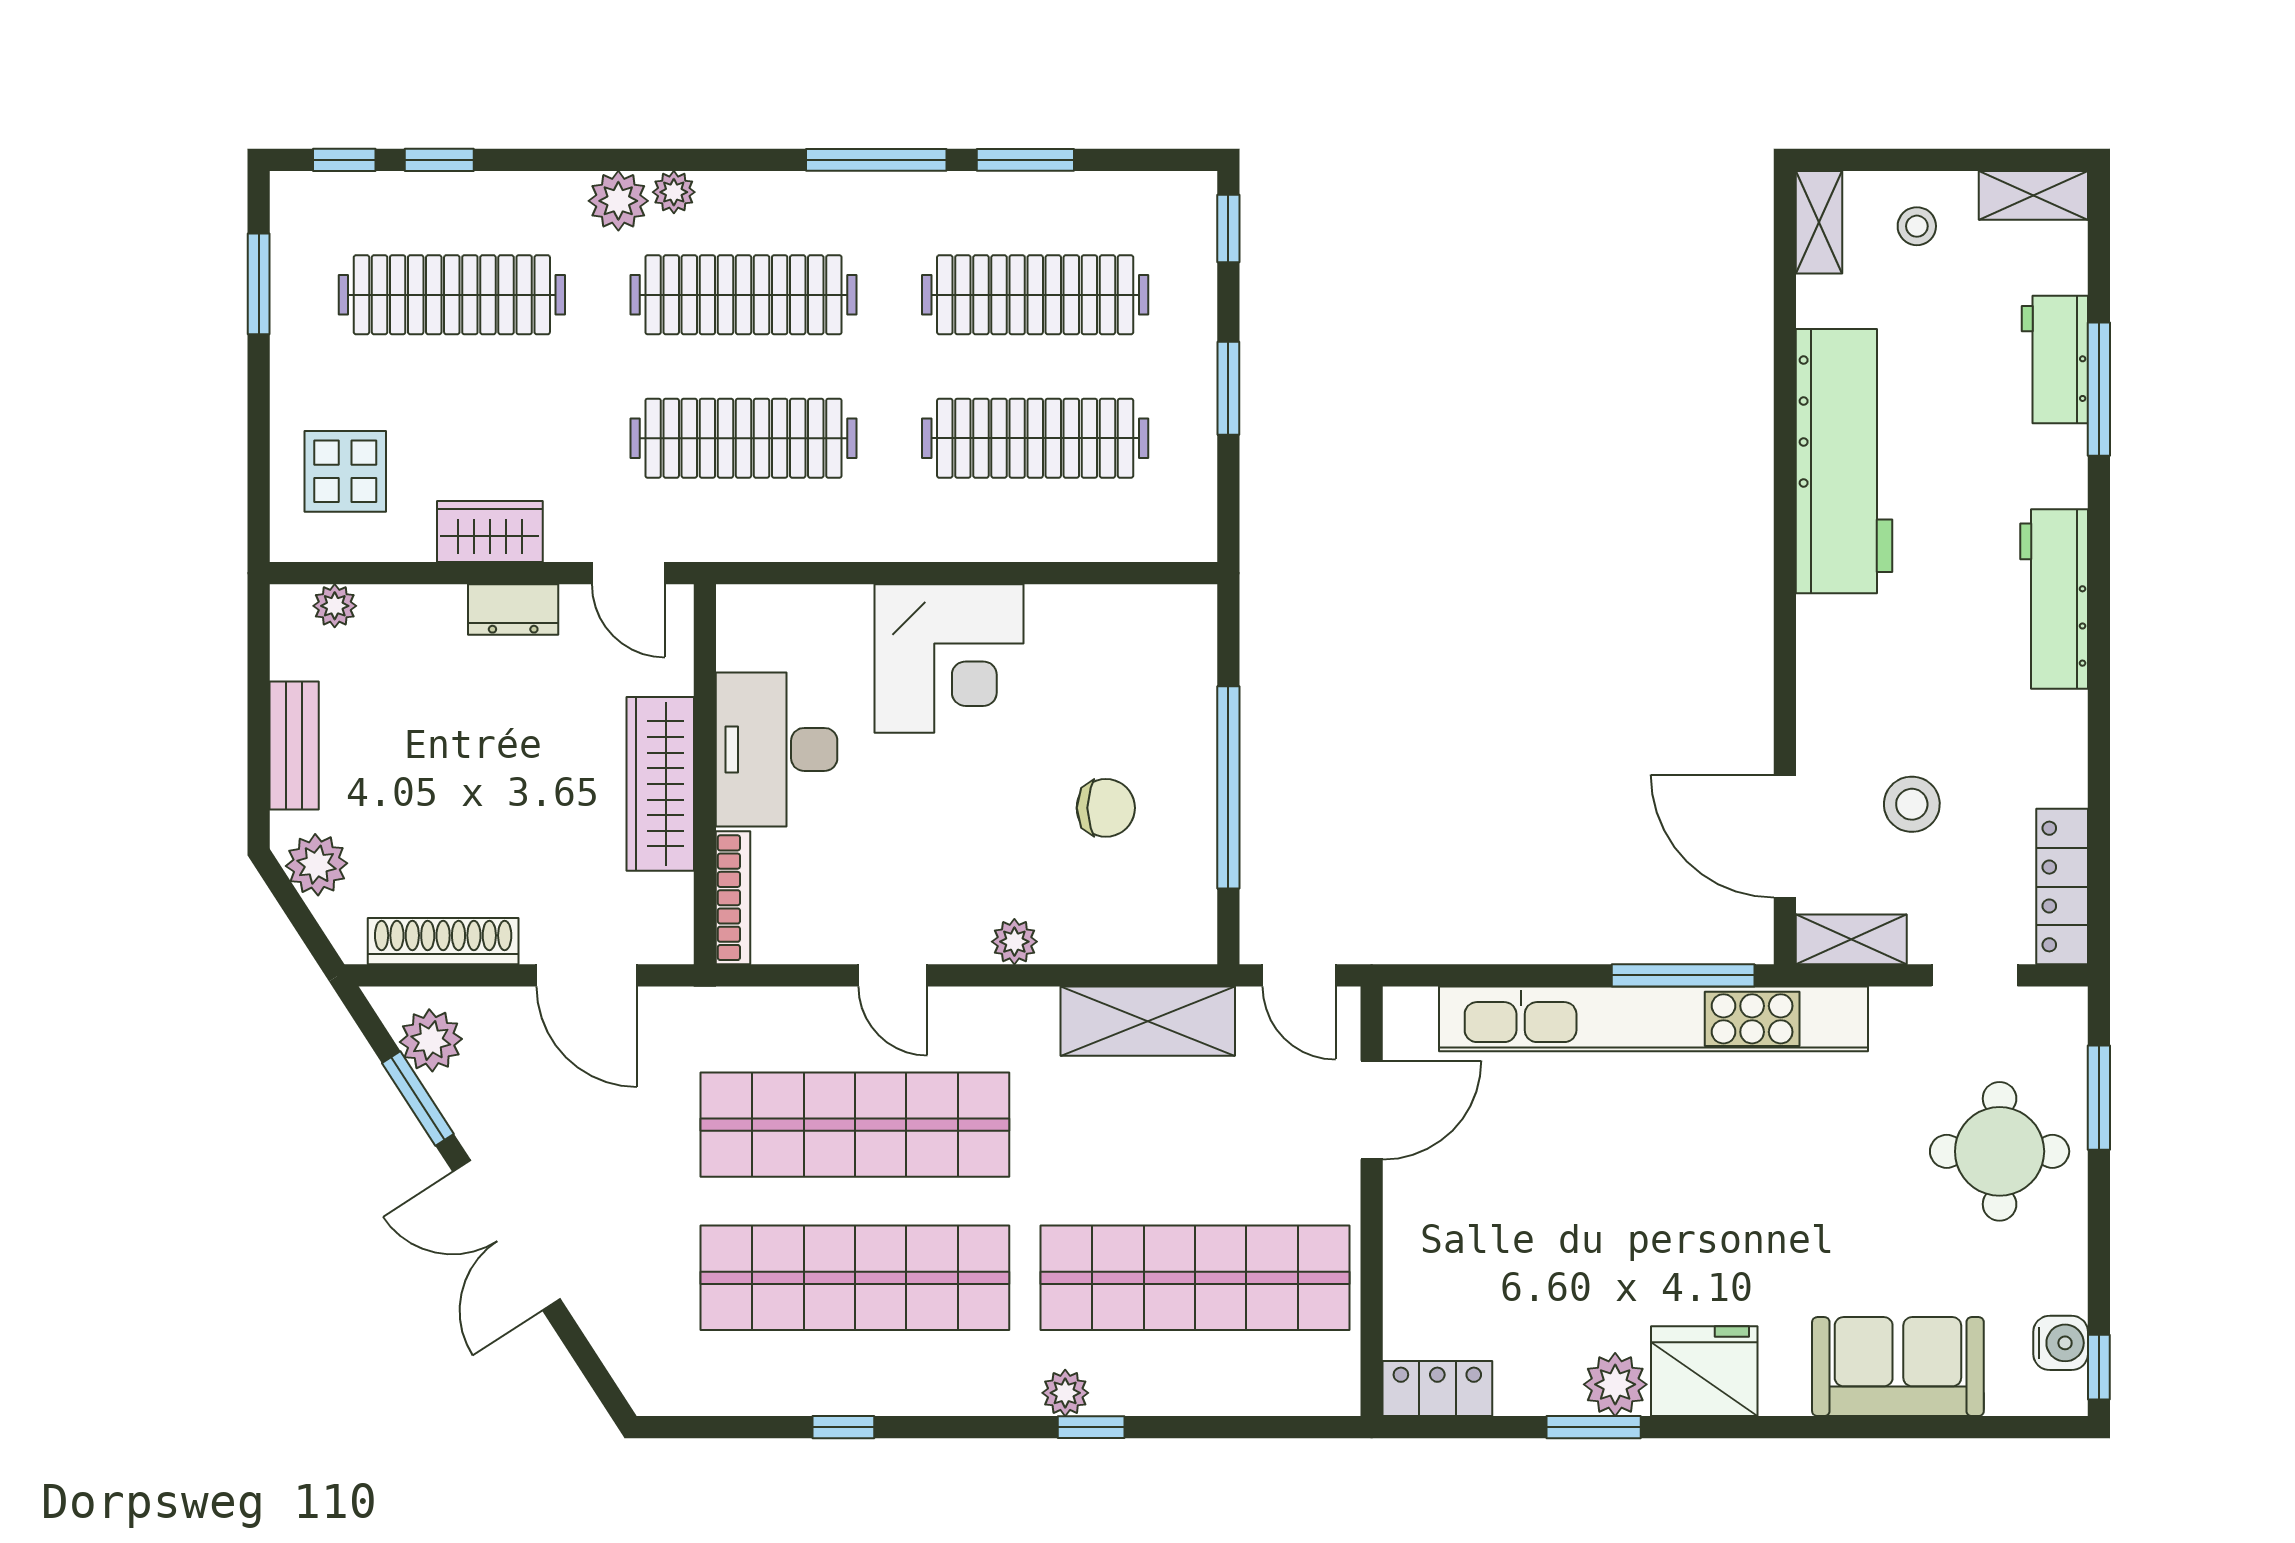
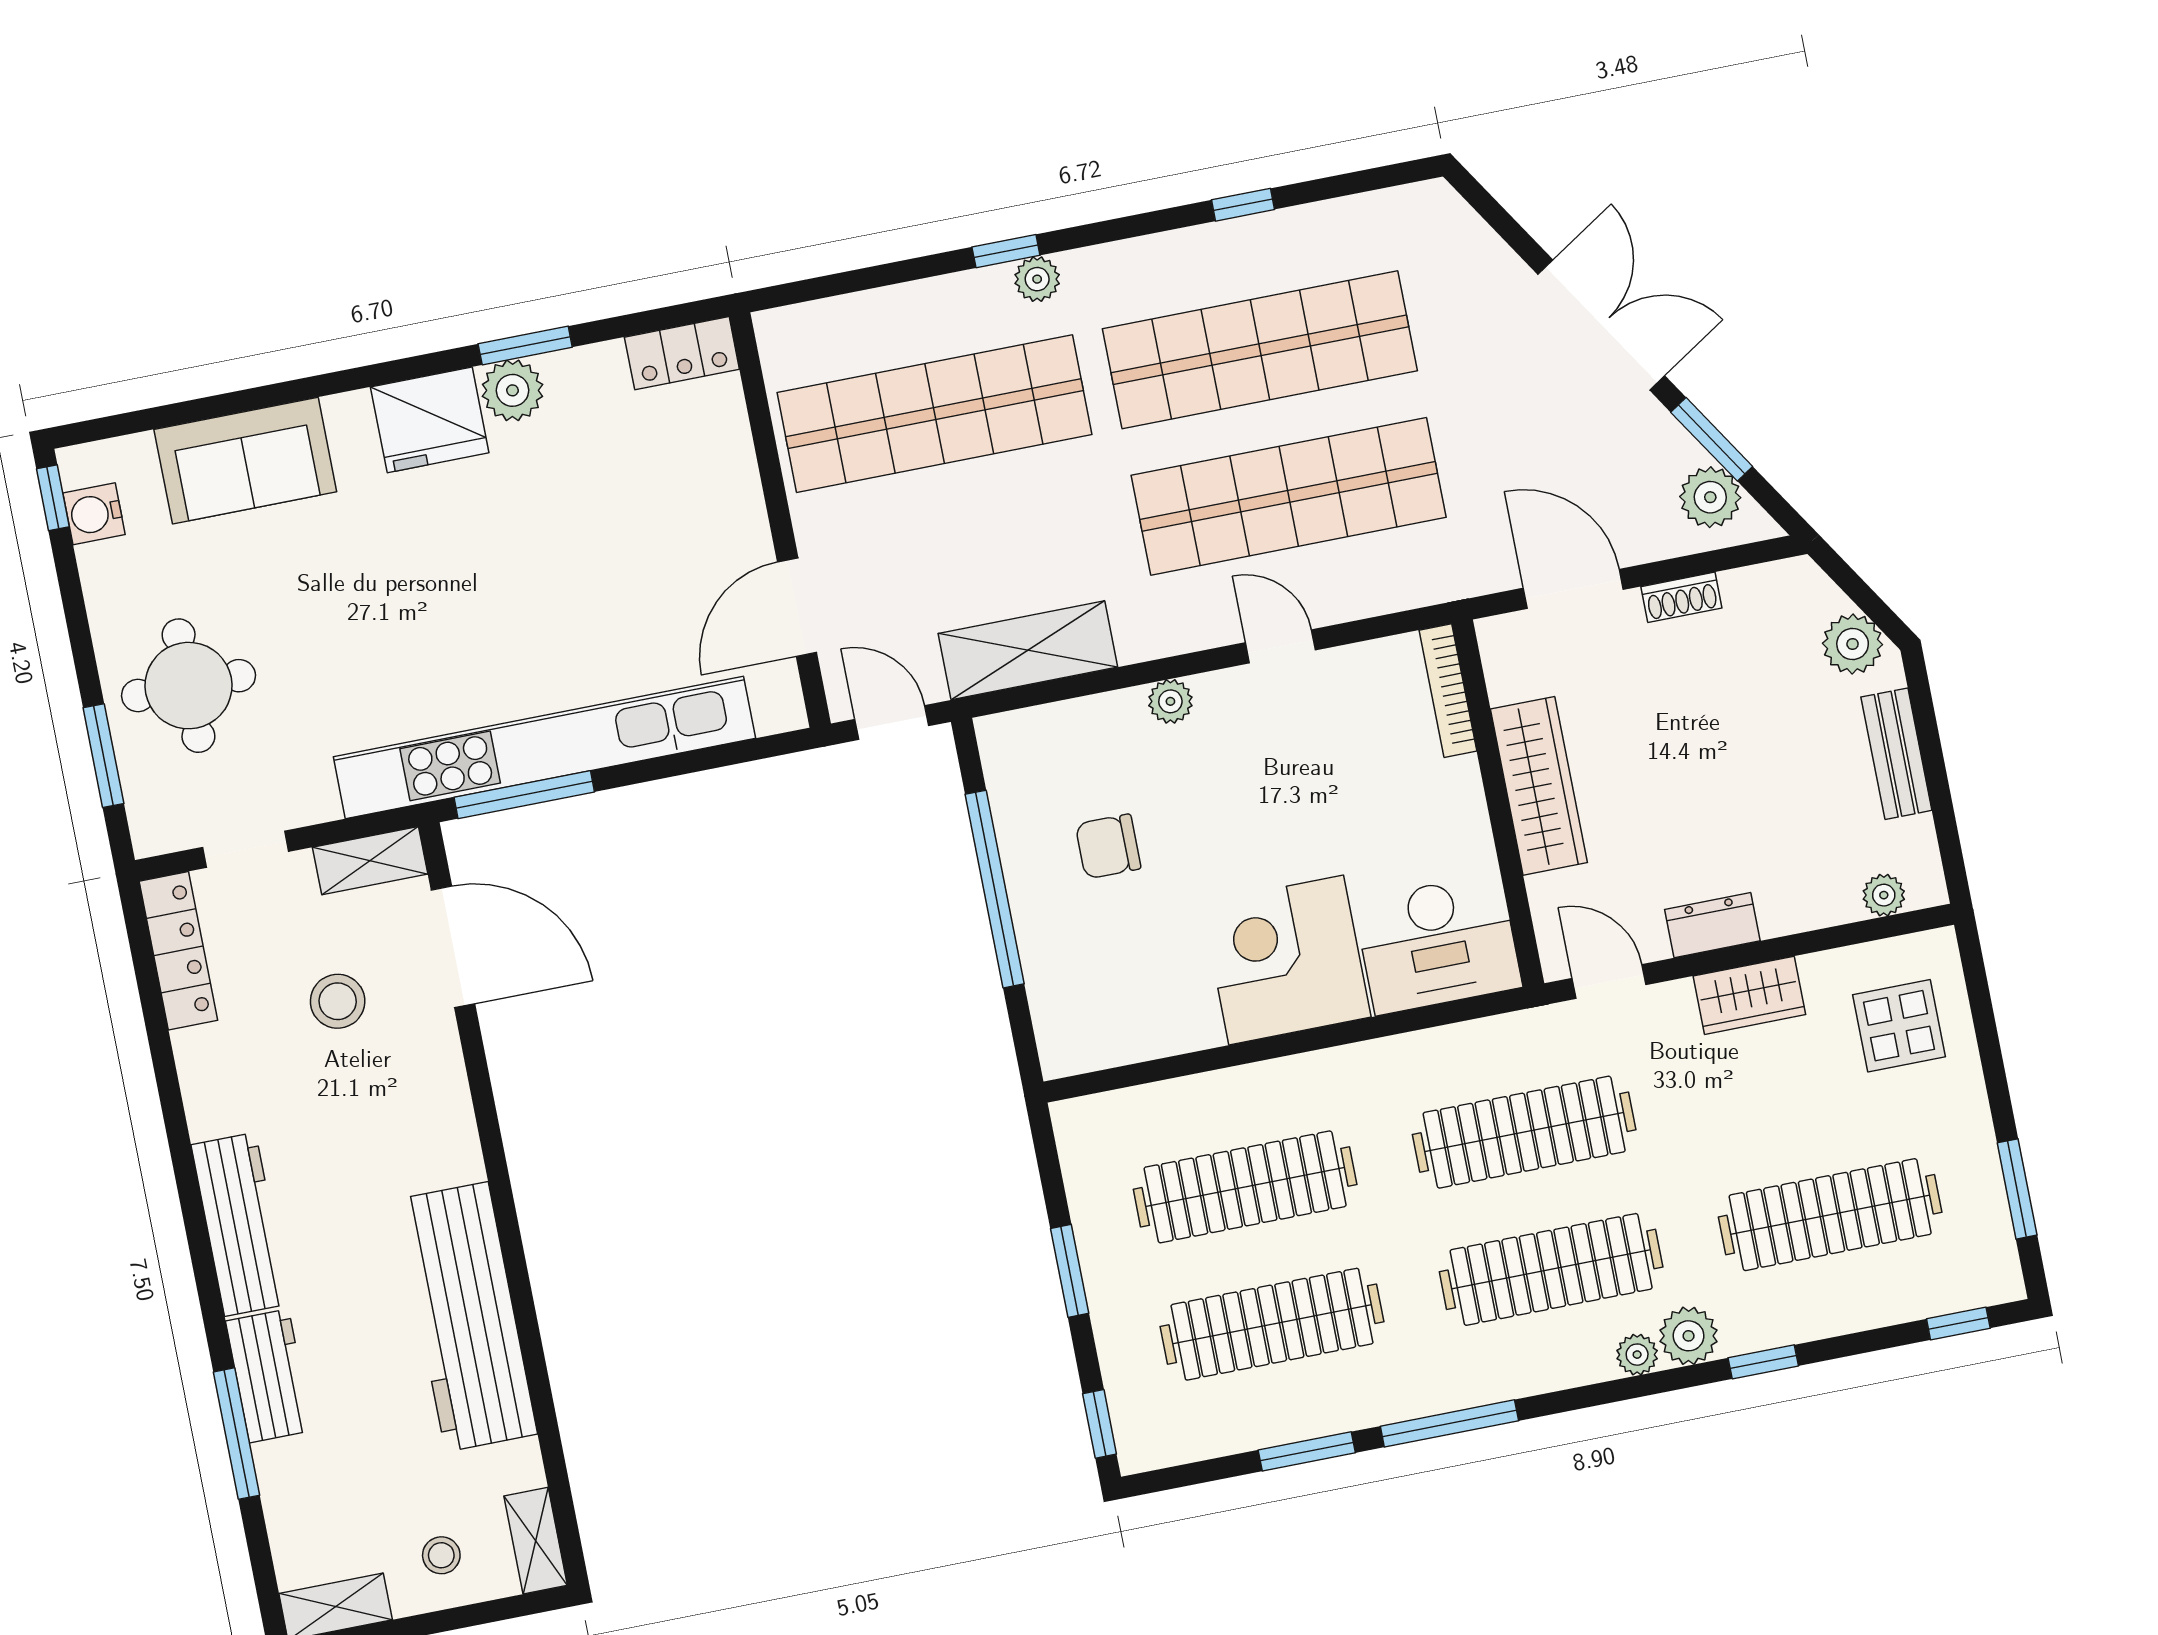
window: (439, 160) -> (1763, 1362), moved
workbench: (2055, 359) -> (269, 1376), moved
desk: (777, 749) -> (1438, 944), moved, turned 90
shoe rack: (443, 941) -> (1681, 597), width x0.51, depth x0.81

